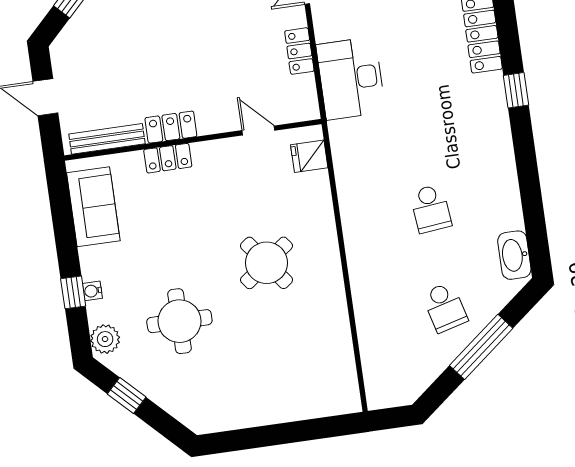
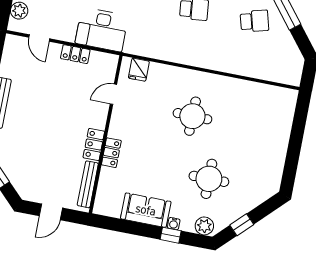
sofa: (93, 207) -> (146, 210), moved
round table: (267, 263) -> (192, 116), turned 38

